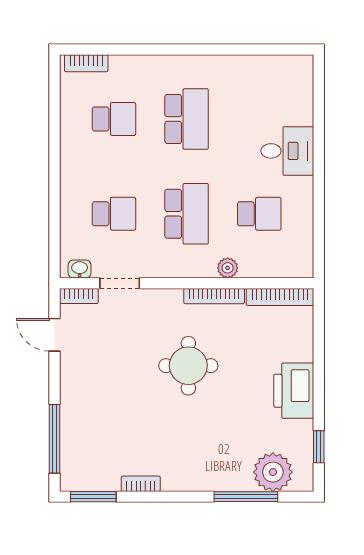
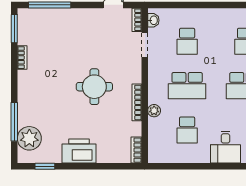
bookcase: (280, 297) -> (136, 150), width x0.64

